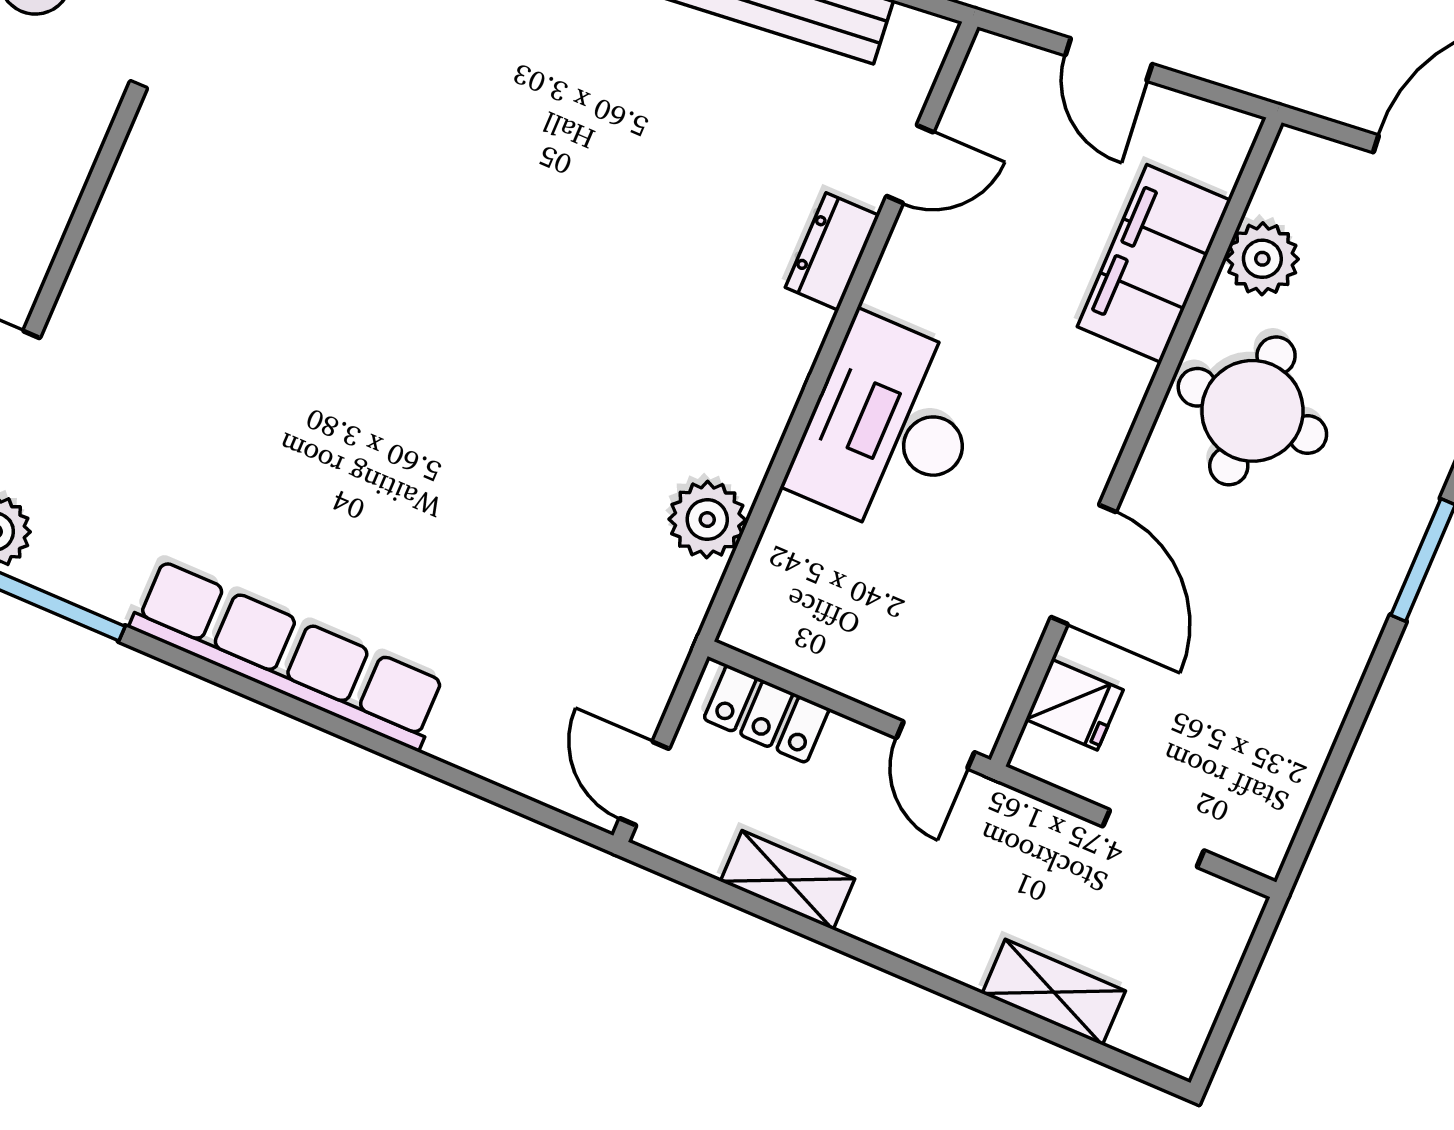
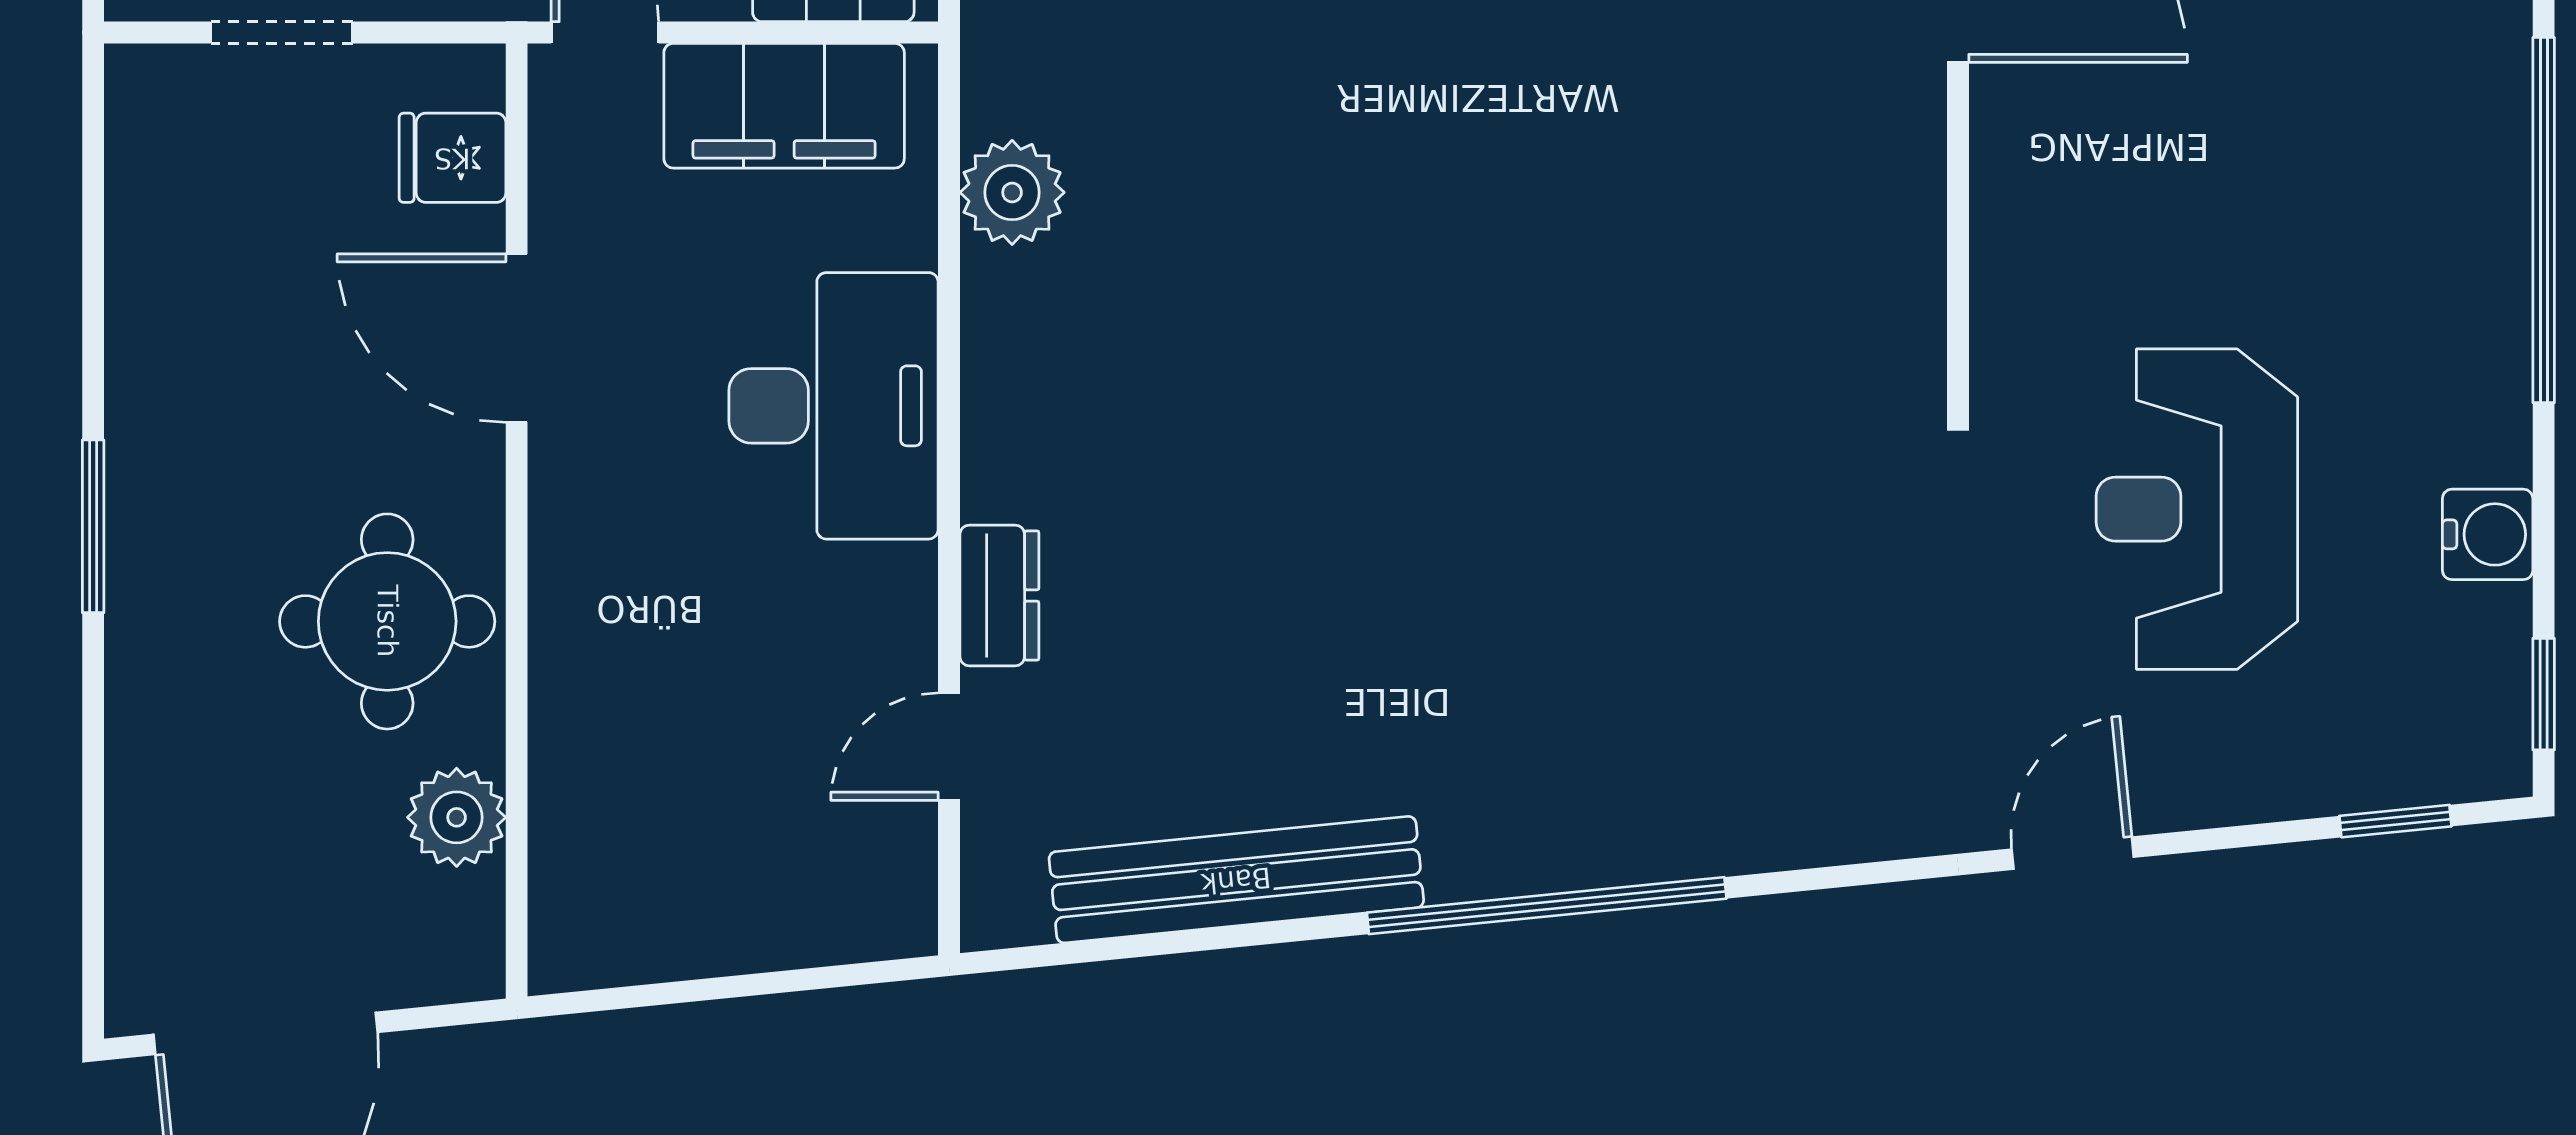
door: (1109, 60) -> (756, 984), removed
filing cabinet: (1154, 264) -> (784, 106), moved, turned 90

